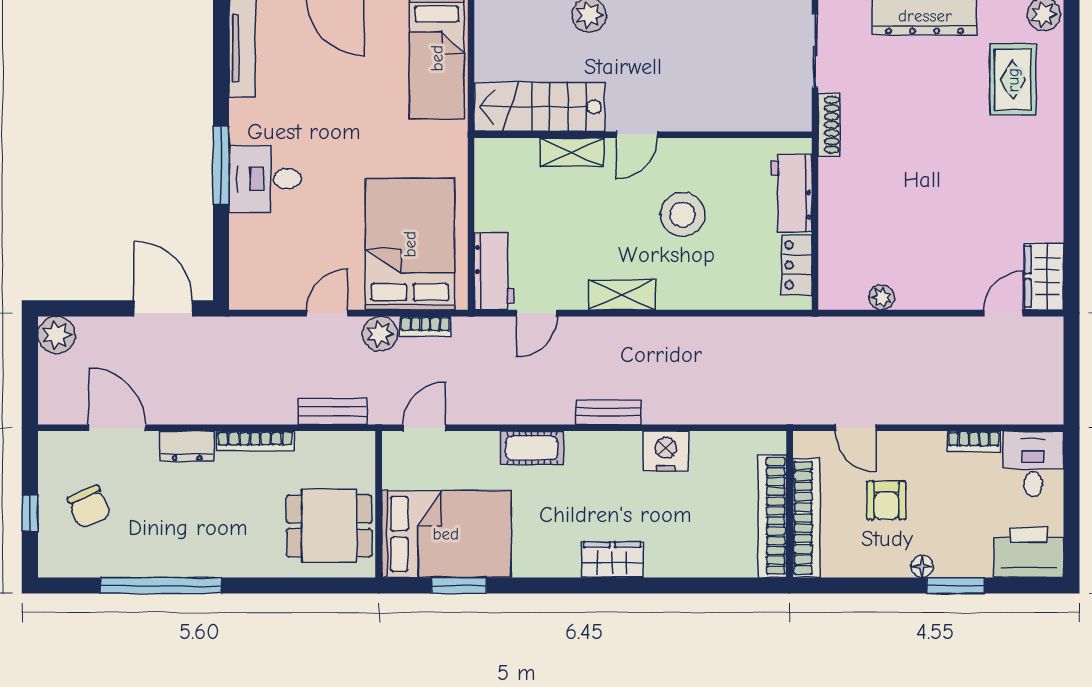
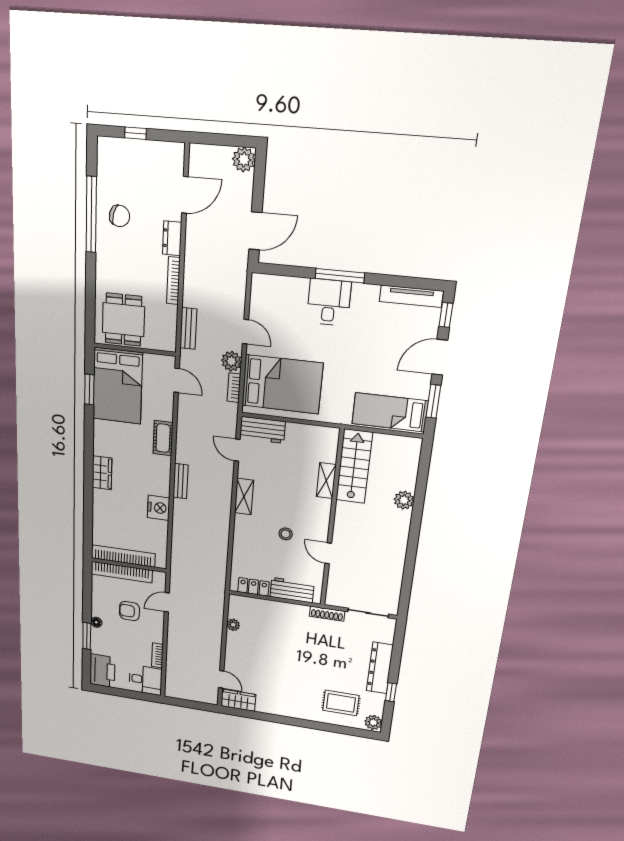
door: (637, 135) -> (328, 553), moved
stool: (683, 214) -> (286, 534), width x0.53, depth x0.53
chair: (89, 507) -> (119, 216), moved, turned -143

